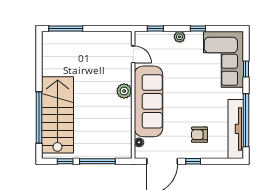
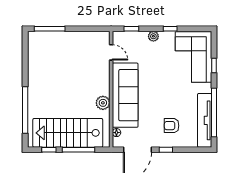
plant: (124, 91) -> (103, 103), moved
stairs: (58, 115) -> (68, 133), moved, turned -90

